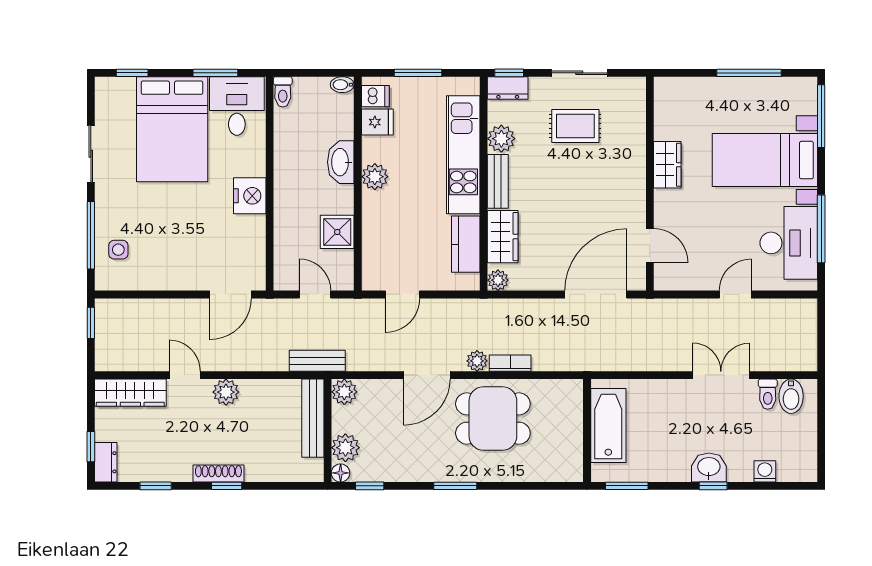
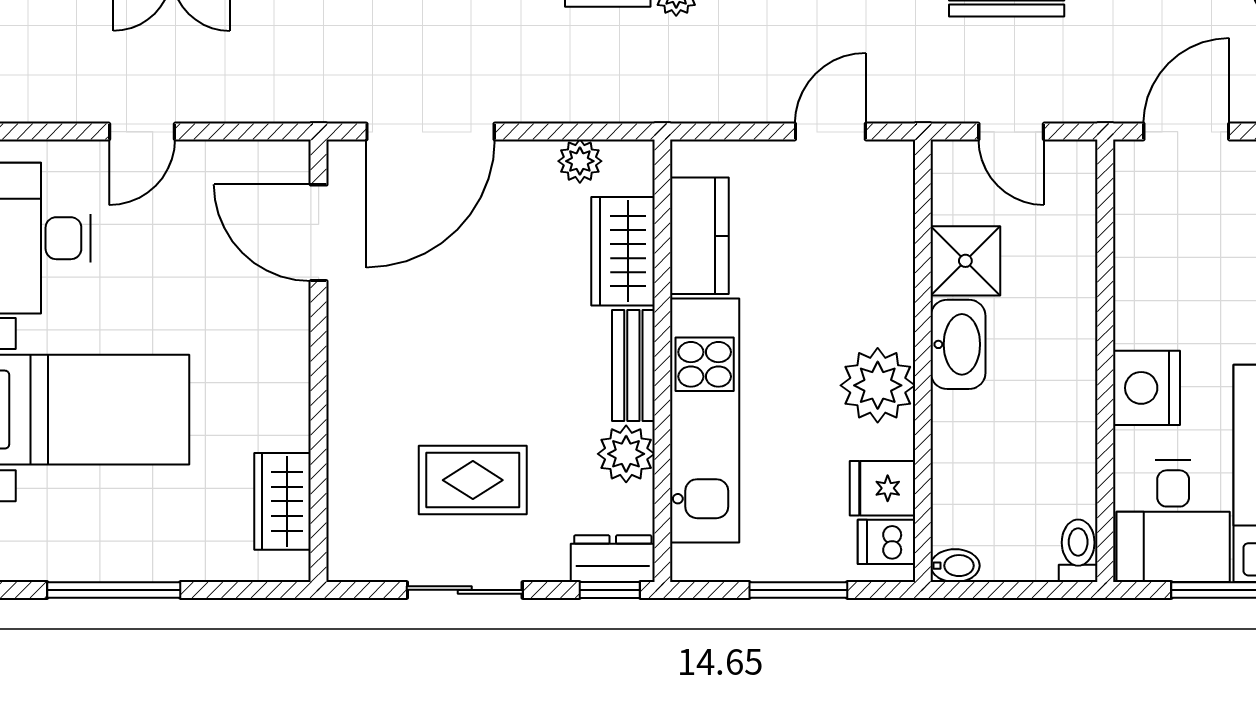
washbasin: (341, 162) -> (958, 344), moved
wardrobe: (667, 165) -> (283, 501), moved
plant: (375, 177) -> (878, 385), width x1.36, depth x1.36
nightstand: (250, 196) -> (1147, 388), moved
door: (650, 245) -> (319, 233), width x1.38
plant: (498, 280) -> (580, 161), moved

